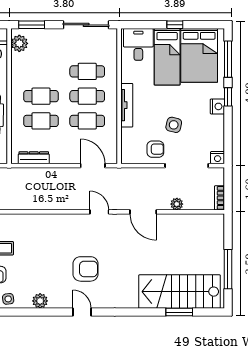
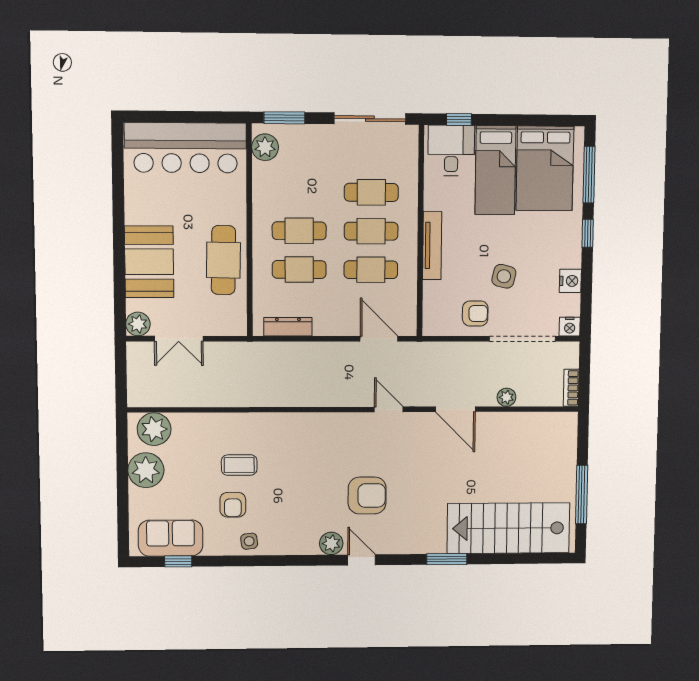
window: (175, 25) -> (459, 119), moved
nightstand: (217, 106) -> (570, 281), moved
plant: (40, 301) -> (331, 543), moved
window: (179, 312) -> (447, 559), moved

